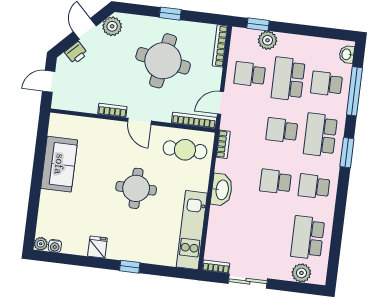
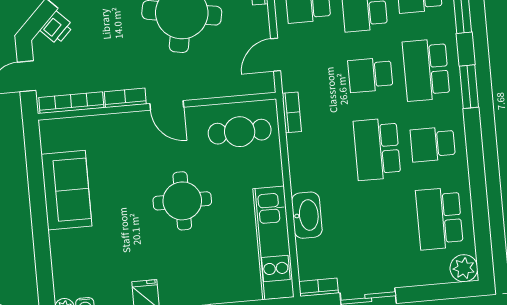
bookcase: (194, 120) -> (71, 103), moved
school desk: (276, 182) -> (377, 149), width x1.85
washbasin: (222, 190) -> (307, 215), moved
plant: (301, 273) -> (464, 268), moved

